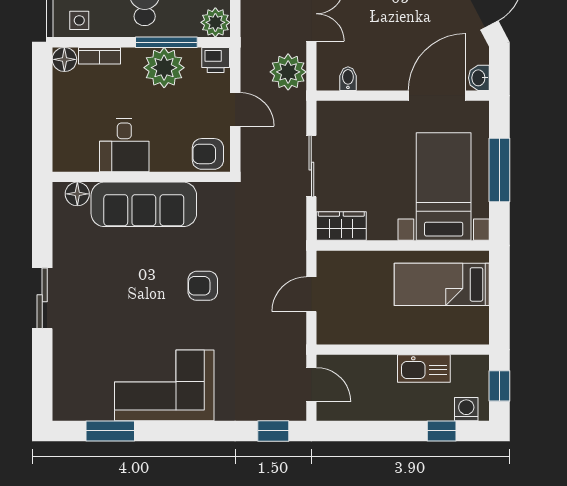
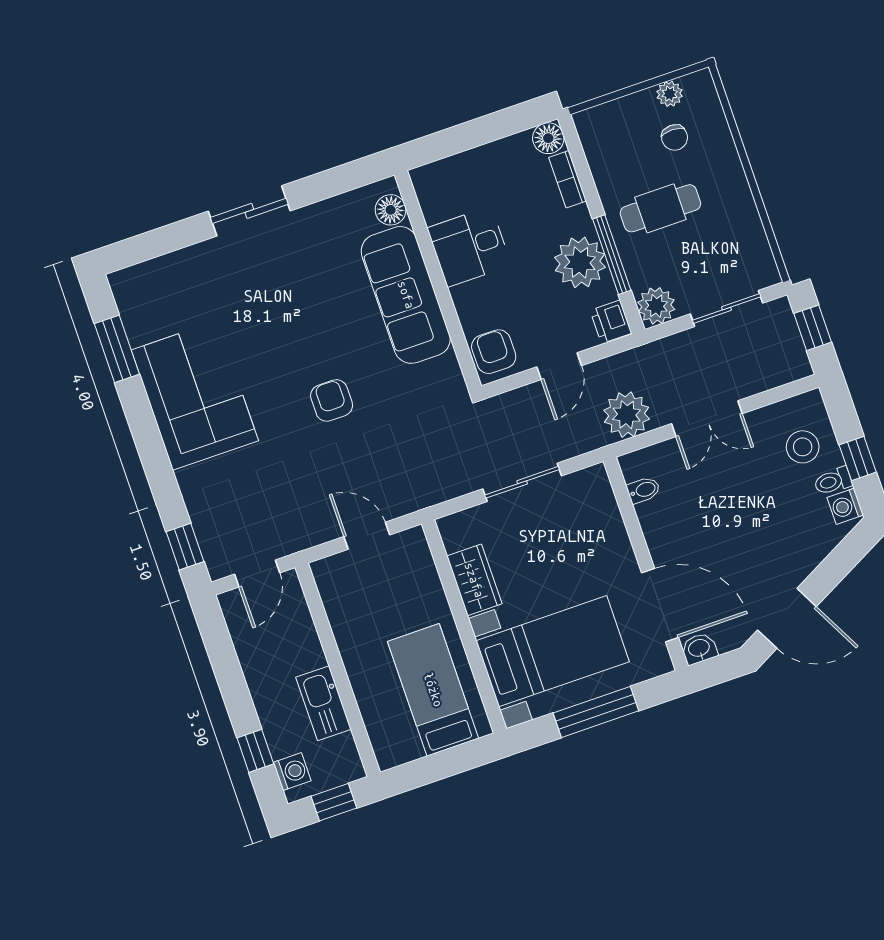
side table: (79, 20) -> (602, 140), removed
wardrobe: (341, 226) -> (474, 580), moved

